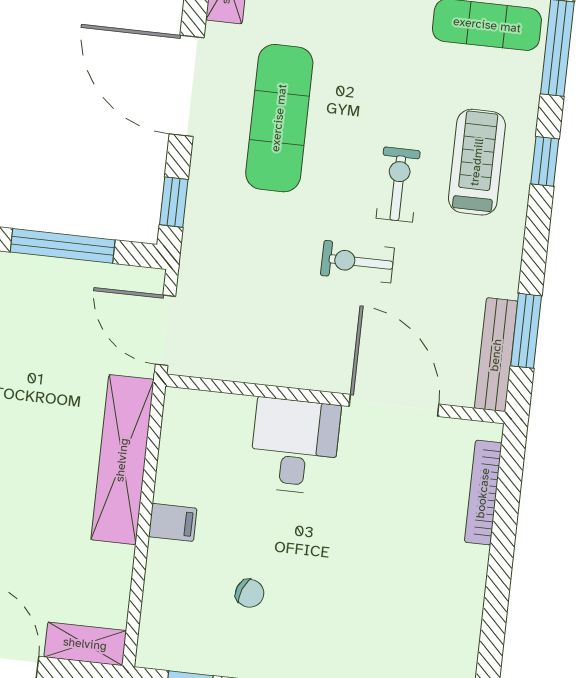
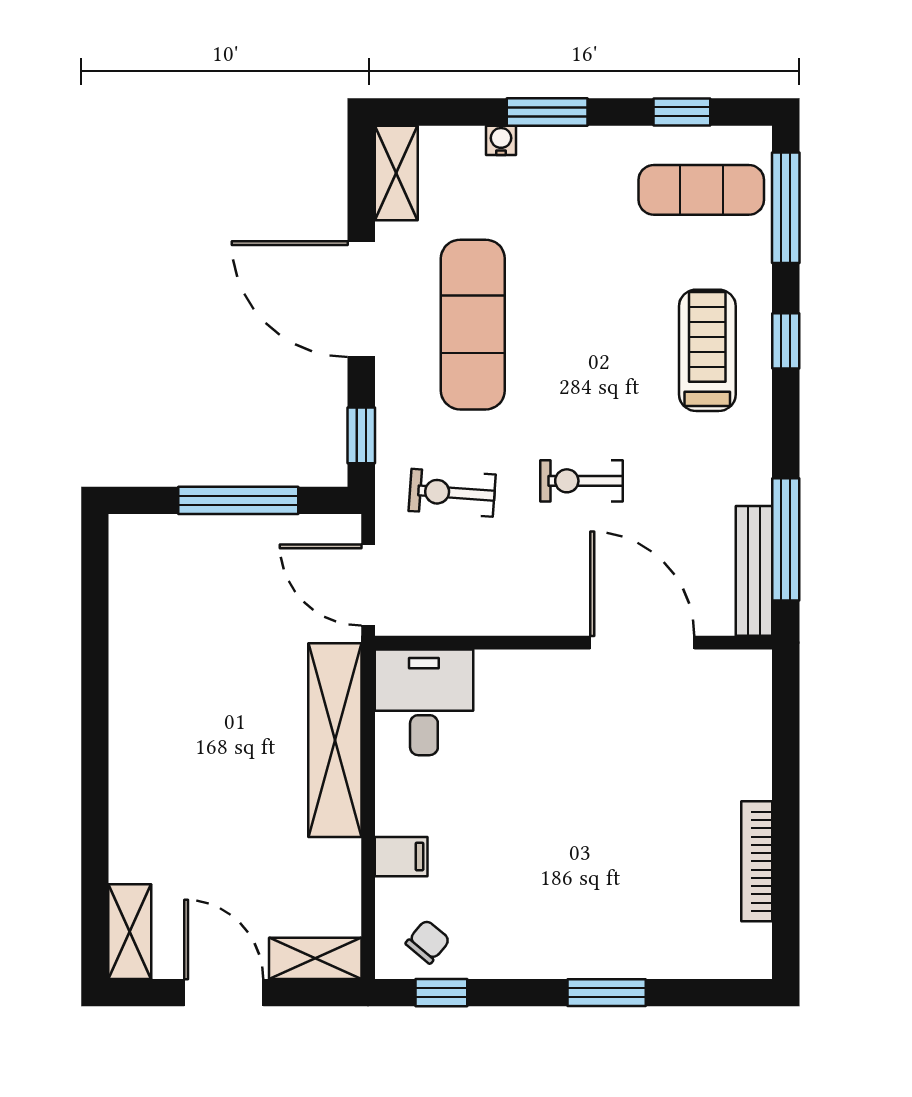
exercise bike: (398, 185) -> (452, 493), moved, turned -86
window: (526, 331) -> (786, 539), width x1.44
desk: (295, 446) -> (424, 702), moved
bookcase: (483, 493) -> (757, 861), moved
filing cabinet: (173, 522) -> (401, 857), moved
chair: (250, 593) -> (428, 942), moved, turned -72

